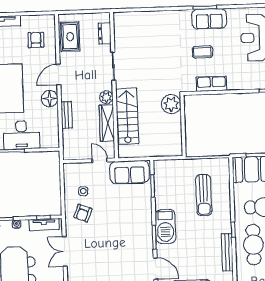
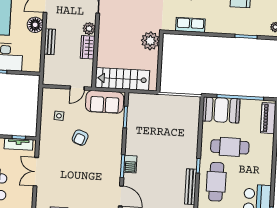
stairs: (127, 116) -> (122, 79), moved, turned -90
wardrobe: (107, 123) -> (88, 47), width x0.67
door: (100, 160) -> (77, 88), swing flipped
sun lounger: (204, 195) -> (173, 130), removed
armchair: (83, 213) -> (80, 138), moved
barbecue: (165, 226) -> (130, 164), width x0.53, depth x0.65

